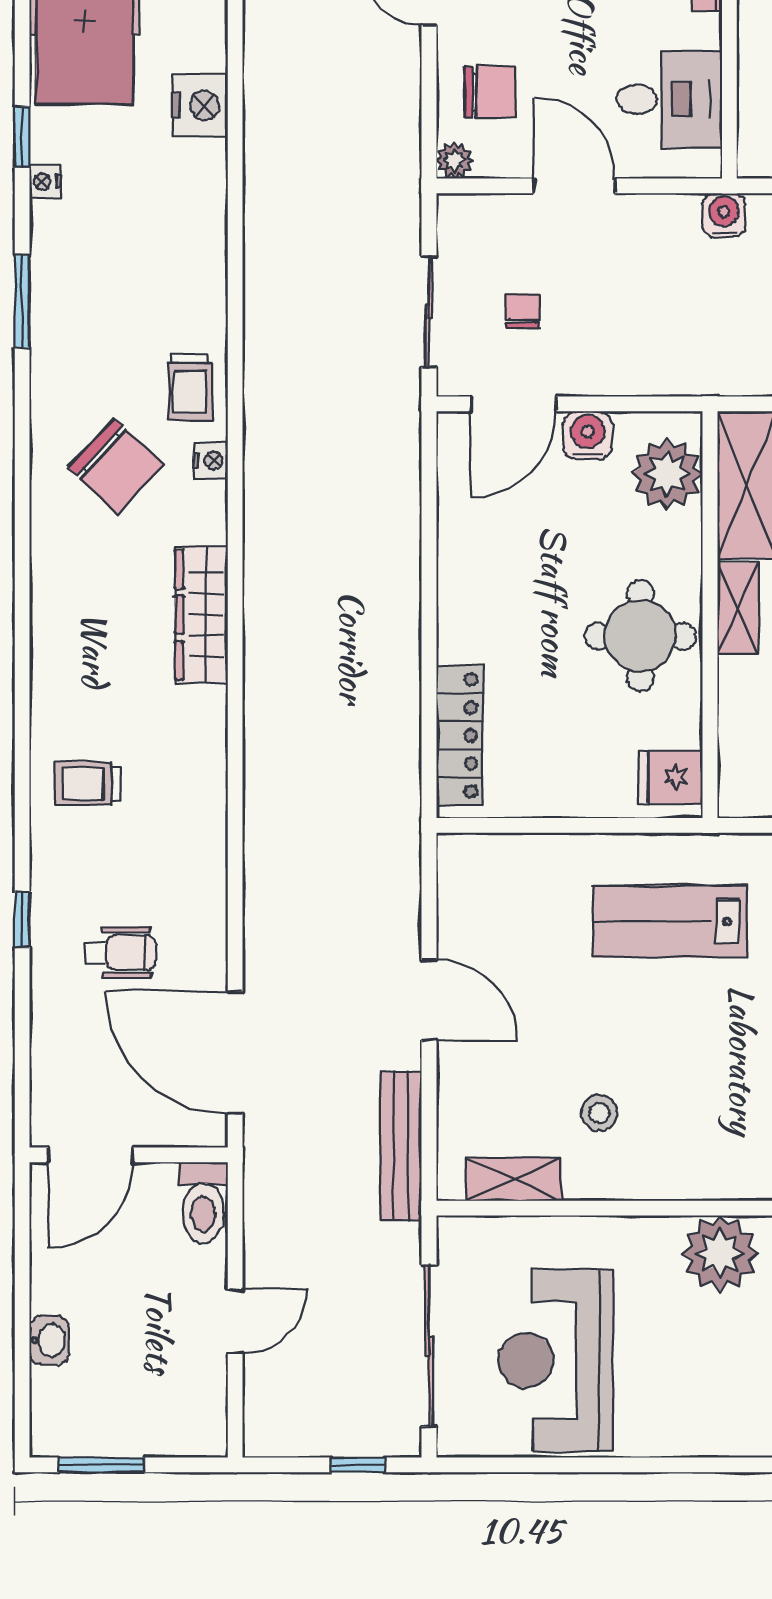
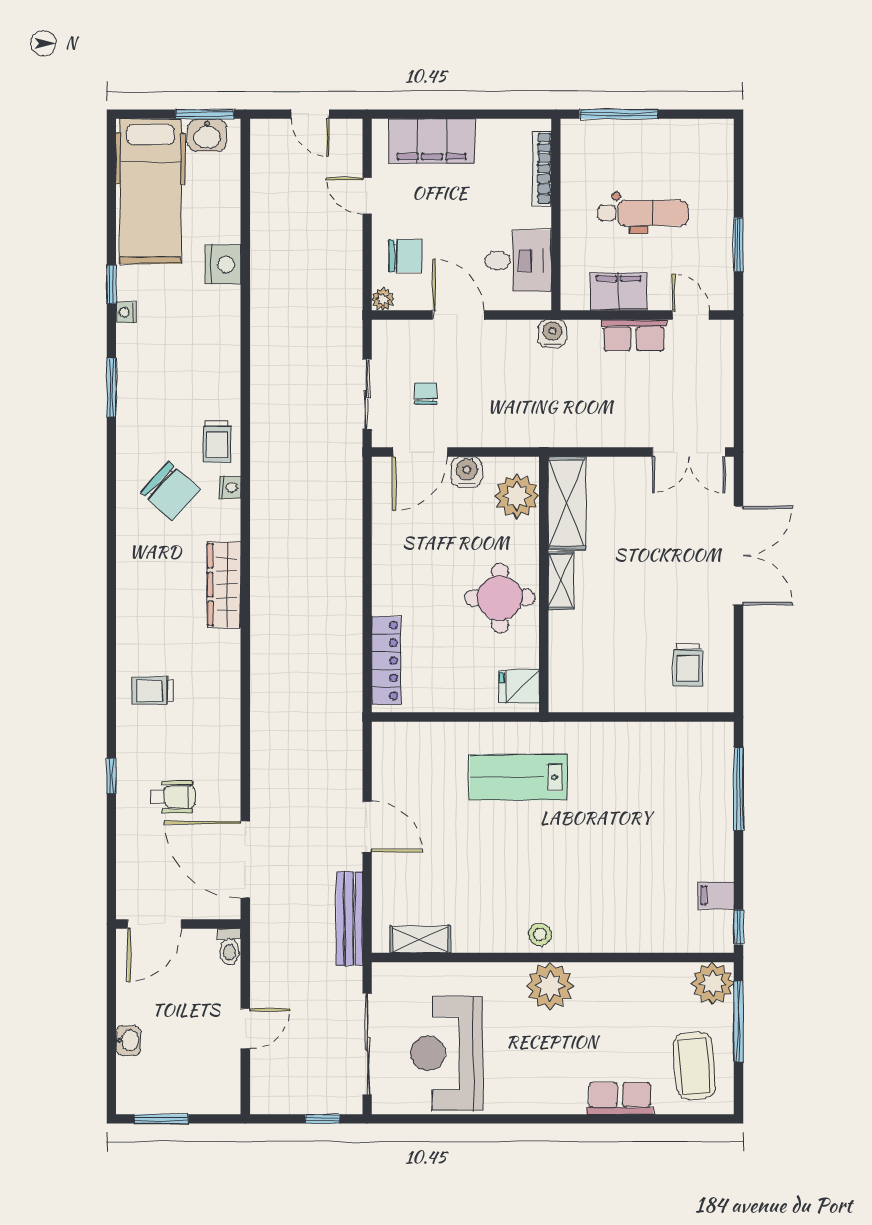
stool: (599, 1113) -> (540, 934), moved
toilet: (203, 1203) -> (229, 947), width x0.73, depth x0.72

